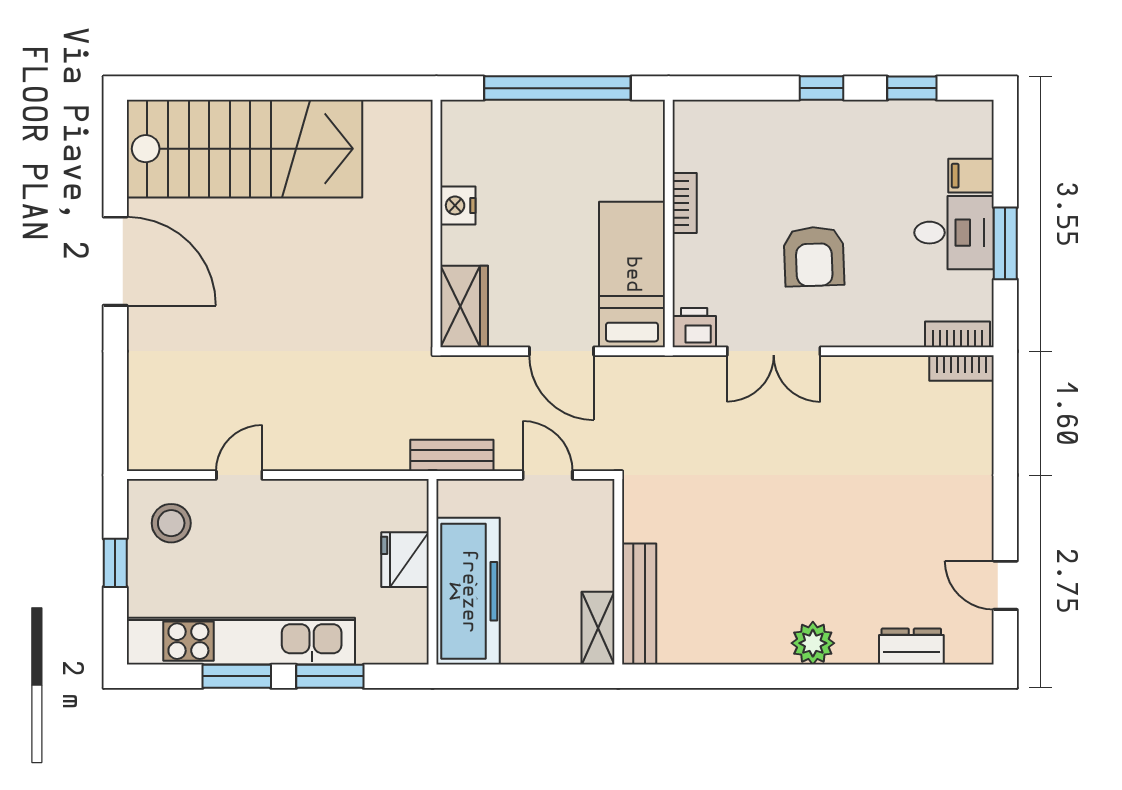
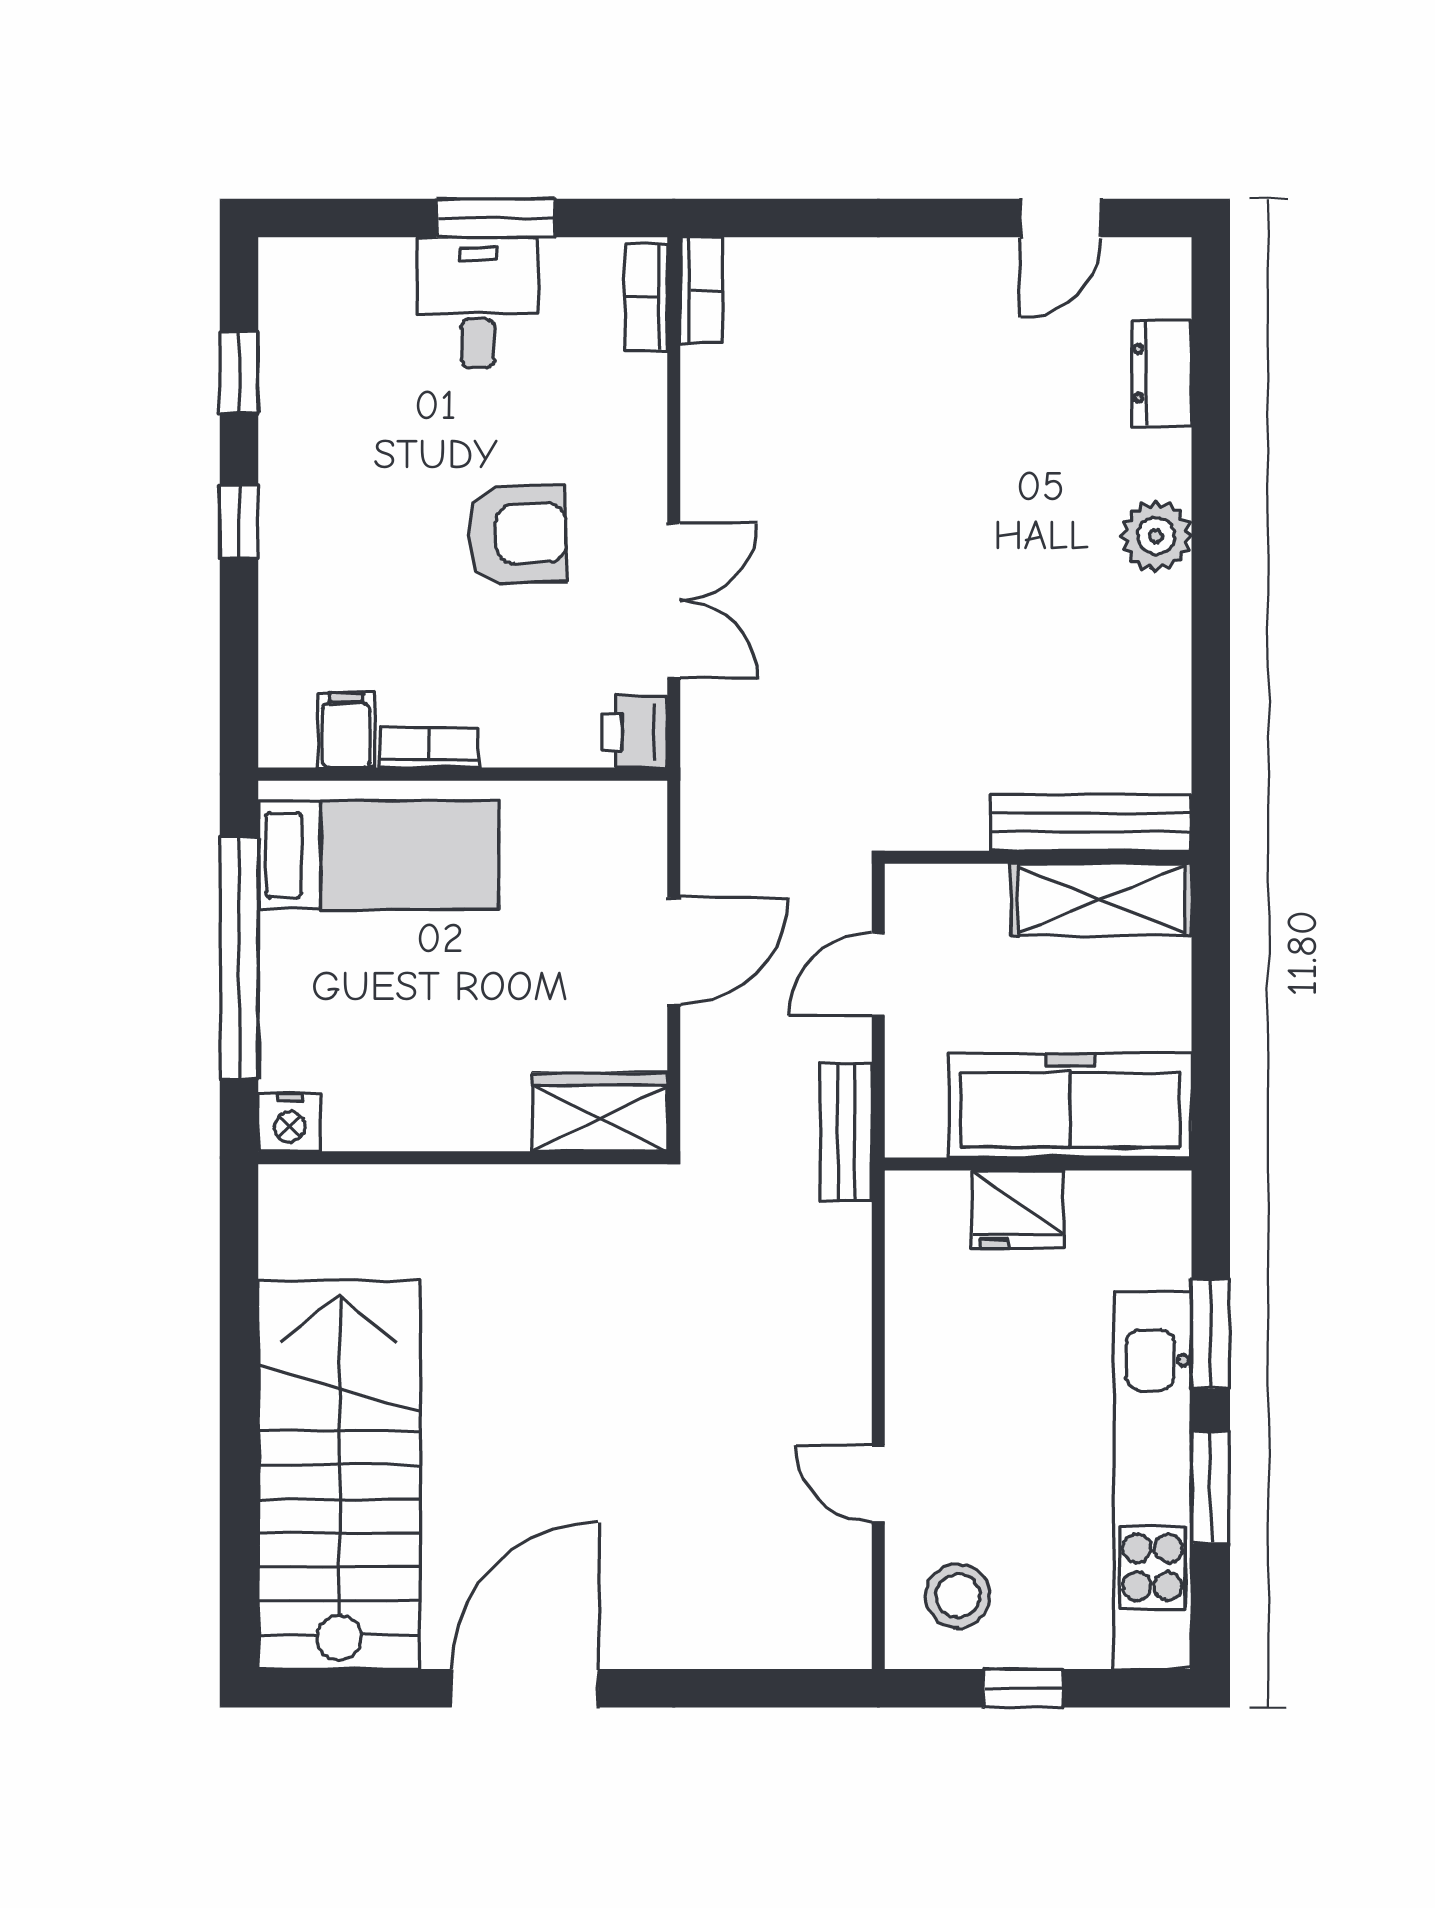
filing cabinet: (971, 176) -> (346, 730), moved, turned 180
nightstand: (458, 205) -> (290, 1122), moved
bed: (632, 274) -> (379, 855), moved, turned 180
shelving: (598, 628) -> (1101, 900), width x1.50, depth x1.33

